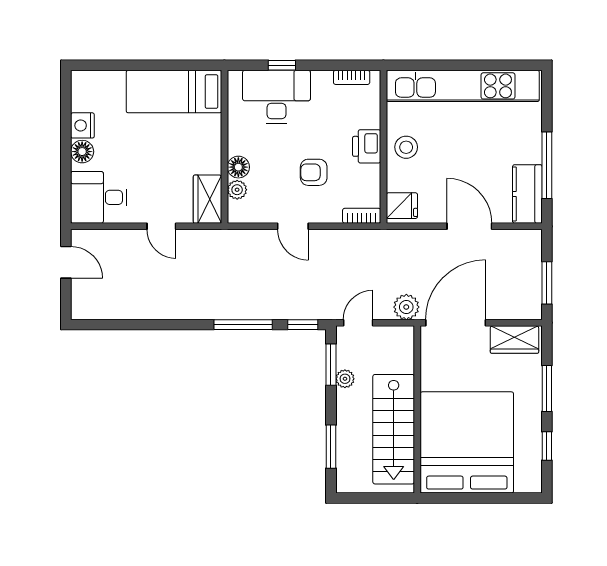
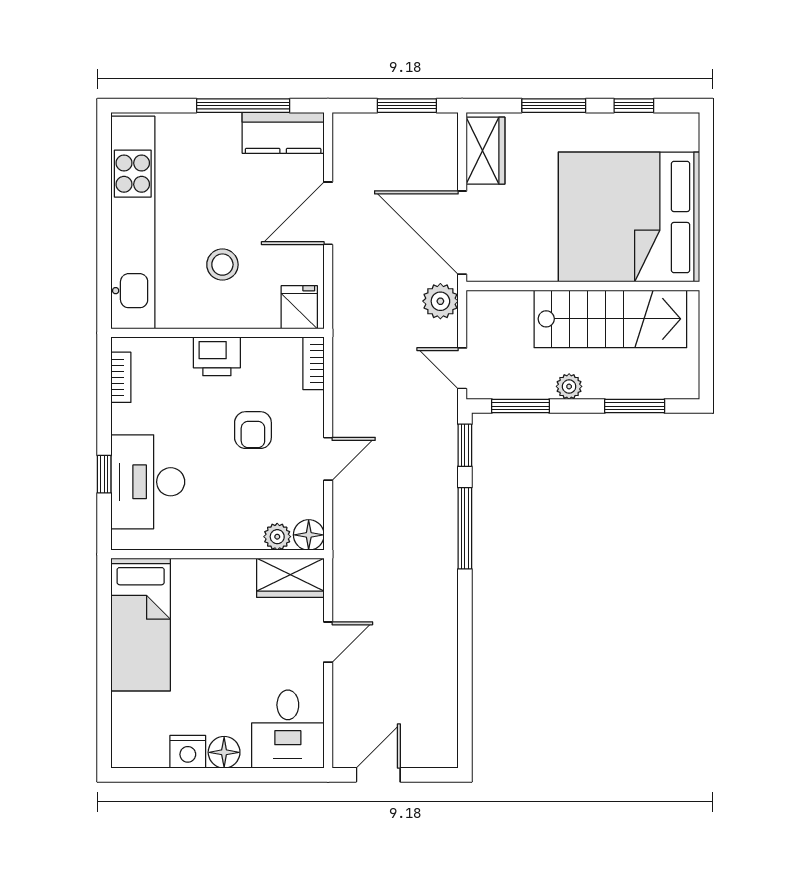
stool: (406, 147) -> (222, 265), moved
floor lamp: (238, 167) -> (309, 535), moved
plant: (345, 379) -> (569, 386), moved

